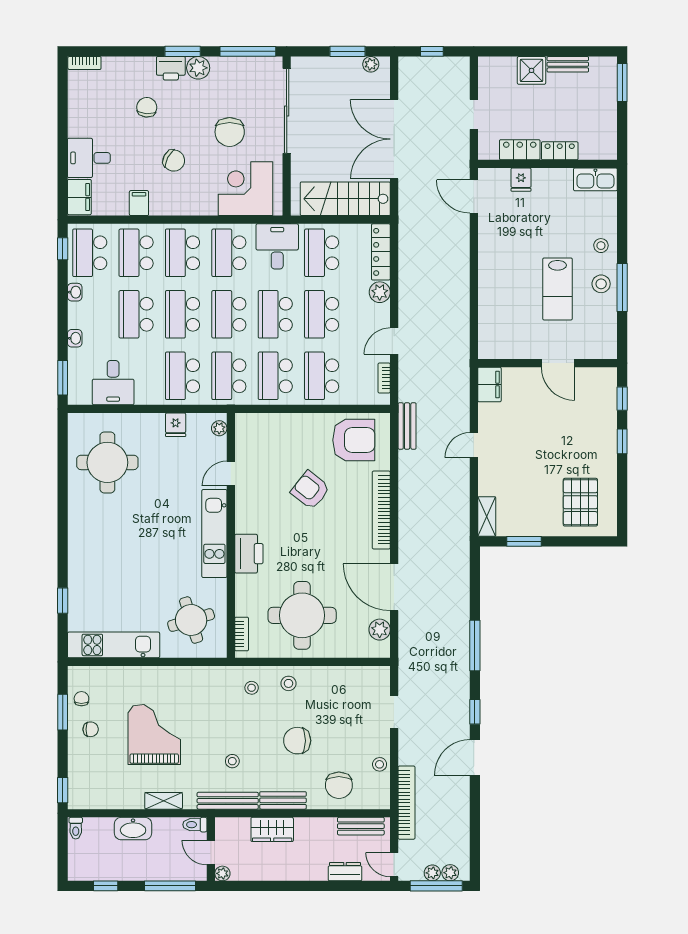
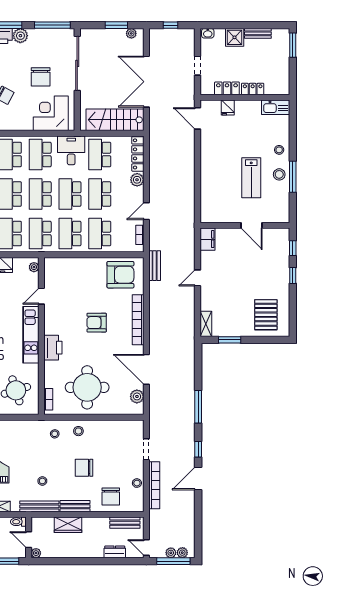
washbasin: (490, 64) -> (208, 33), added
armchair: (310, 490) -> (97, 323), moved, turned -38
bookcase: (406, 803) -> (154, 485), moved

